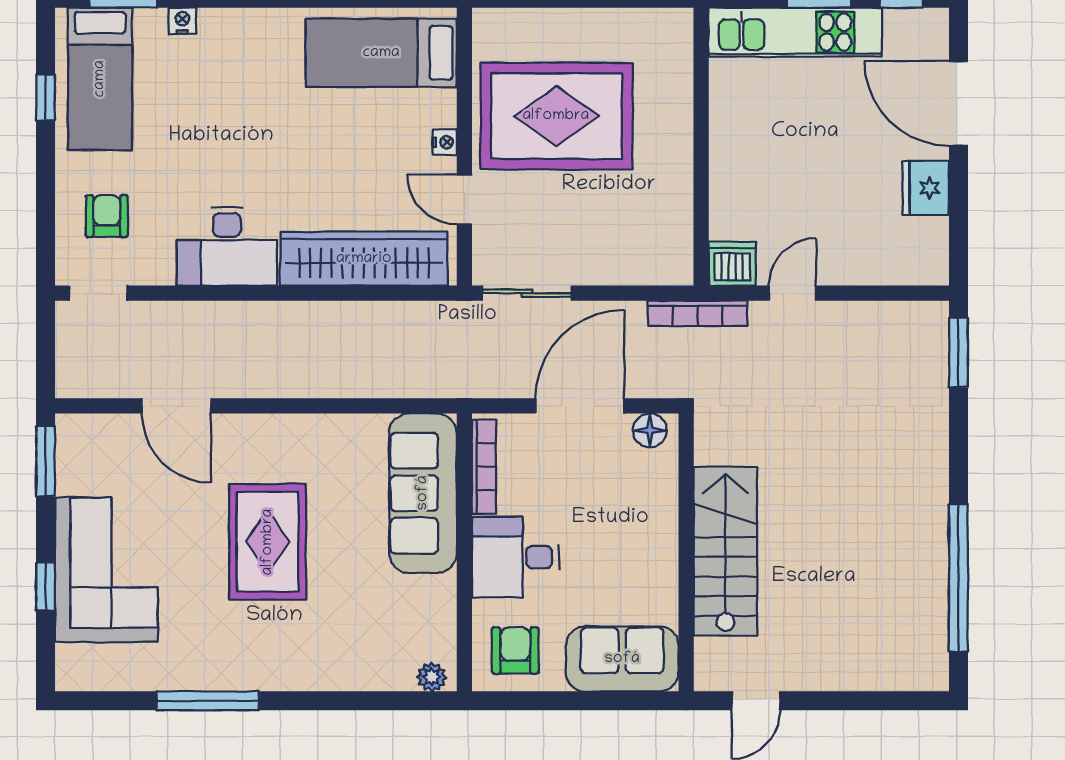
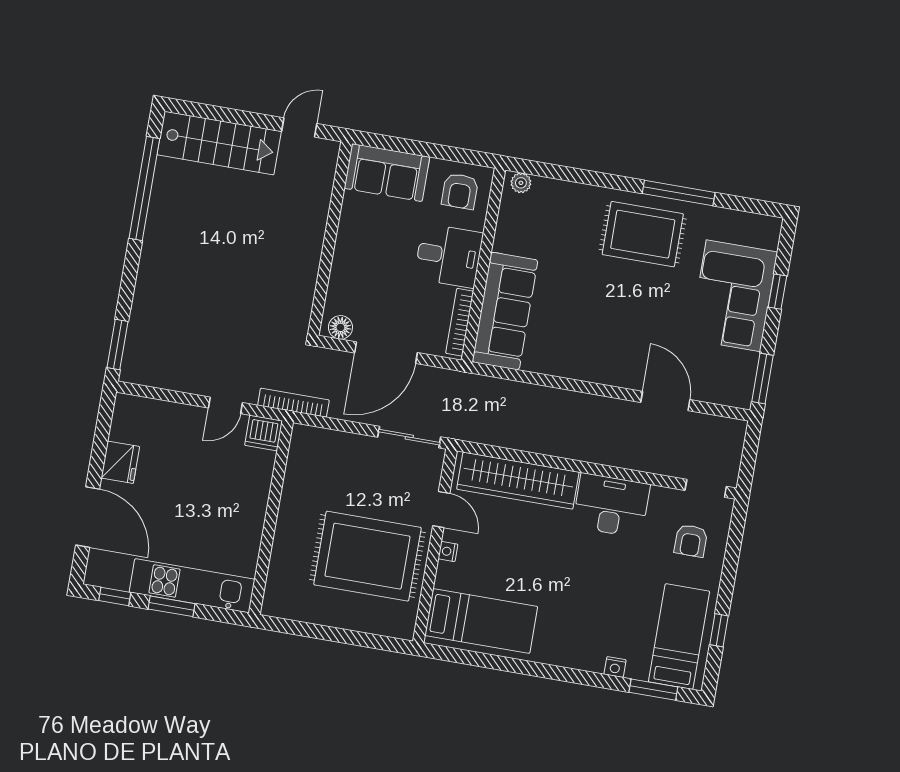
rug: (268, 542) -> (643, 234), moved, turned 90
stairs: (725, 551) -> (219, 143), moved, turned -90

